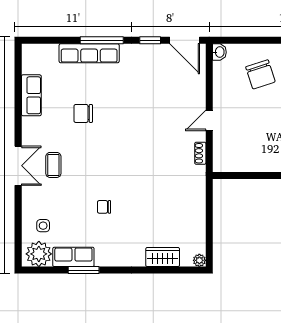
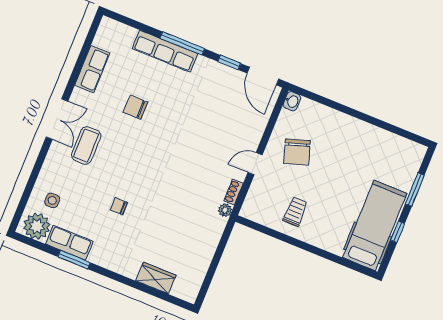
chair: (260, 74) -> (297, 152), moved
trolley: (262, 148) -> (295, 212), added
coffee table: (53, 165) -> (86, 145), width x1.36, depth x1.30
double door: (18, 166) -> (57, 119), moved
plant: (199, 260) -> (225, 210), moved

